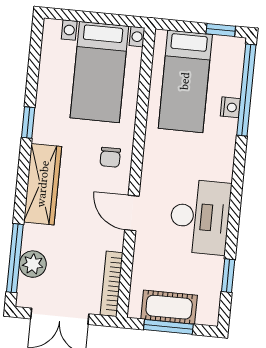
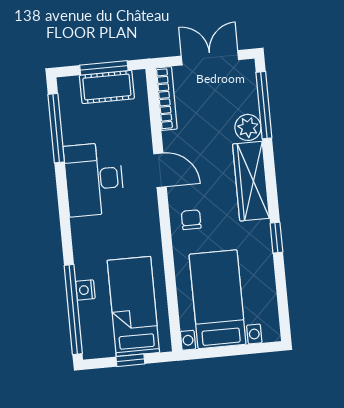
window: (221, 30) -> (130, 360), moved
plant: (33, 264) -> (248, 127), moved
window: (228, 276) -> (56, 128), width x2.17

